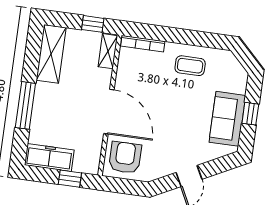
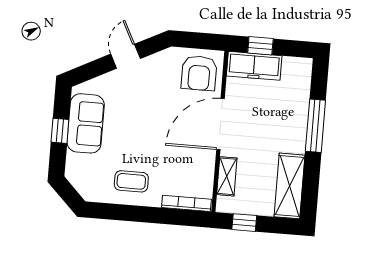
shelving: (108, 51) -> (227, 176), moved
door: (109, 112) -> (220, 124), hinge flipped
freezer: (49, 157) -> (254, 66), moved

